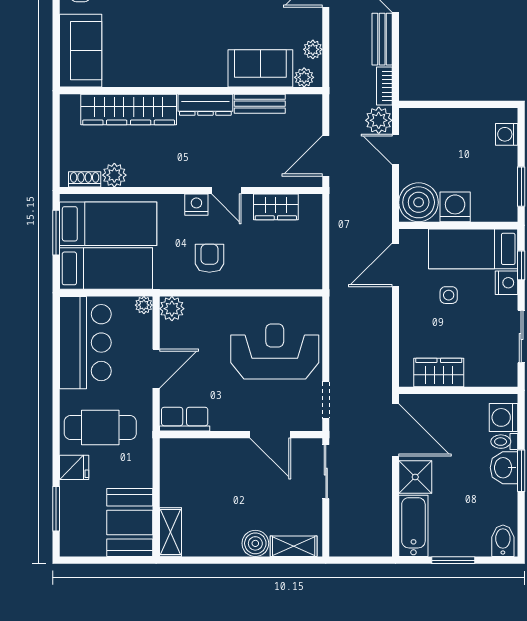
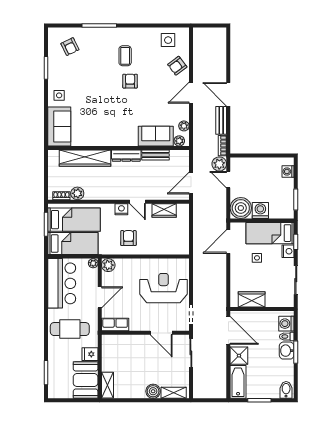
fridge: (74, 467) -> (90, 354), moved, turned 180

